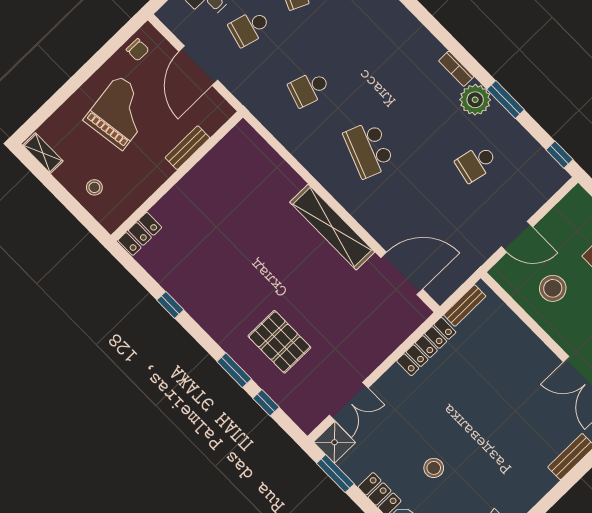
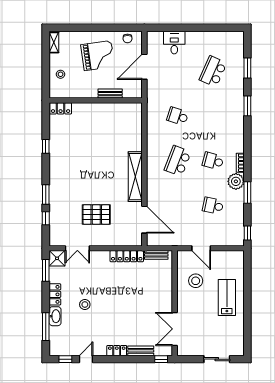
school desk: (250, 28) -> (213, 161), moved
pallet: (279, 342) -> (96, 215), moved, turned 90
locker: (538, 488) -> (117, 351), added

